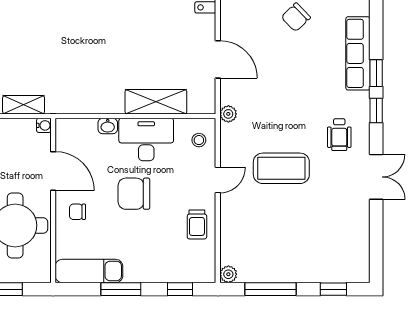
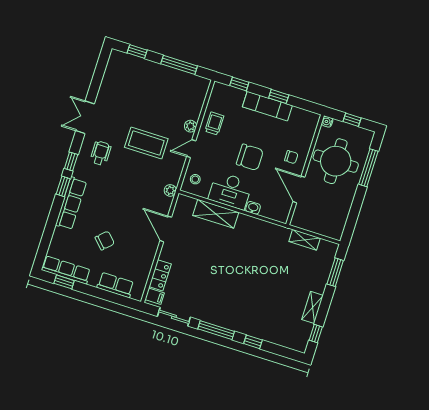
water cooler: (44, 125) -> (327, 122), moved
exam couch: (89, 271) -> (267, 106), moved
plant: (228, 274) -> (190, 126), moved
window: (121, 289) -> (279, 96), width x0.67

